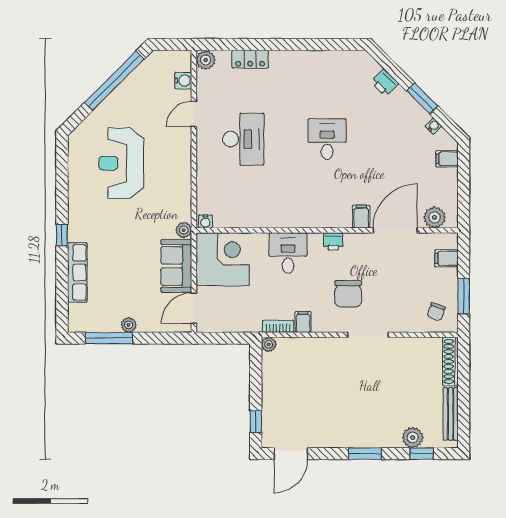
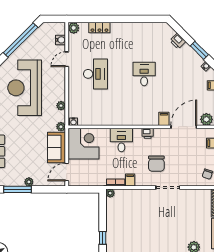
reception desk: (121, 163) -> (25, 88), width x1.36, depth x1.30
plant: (184, 194) -> (61, 106), added

